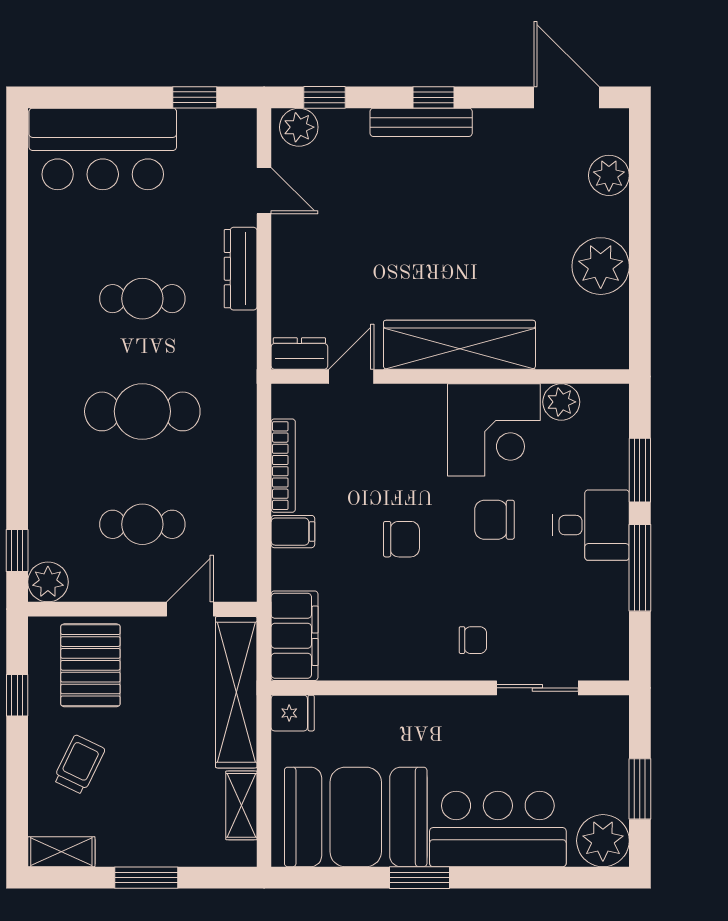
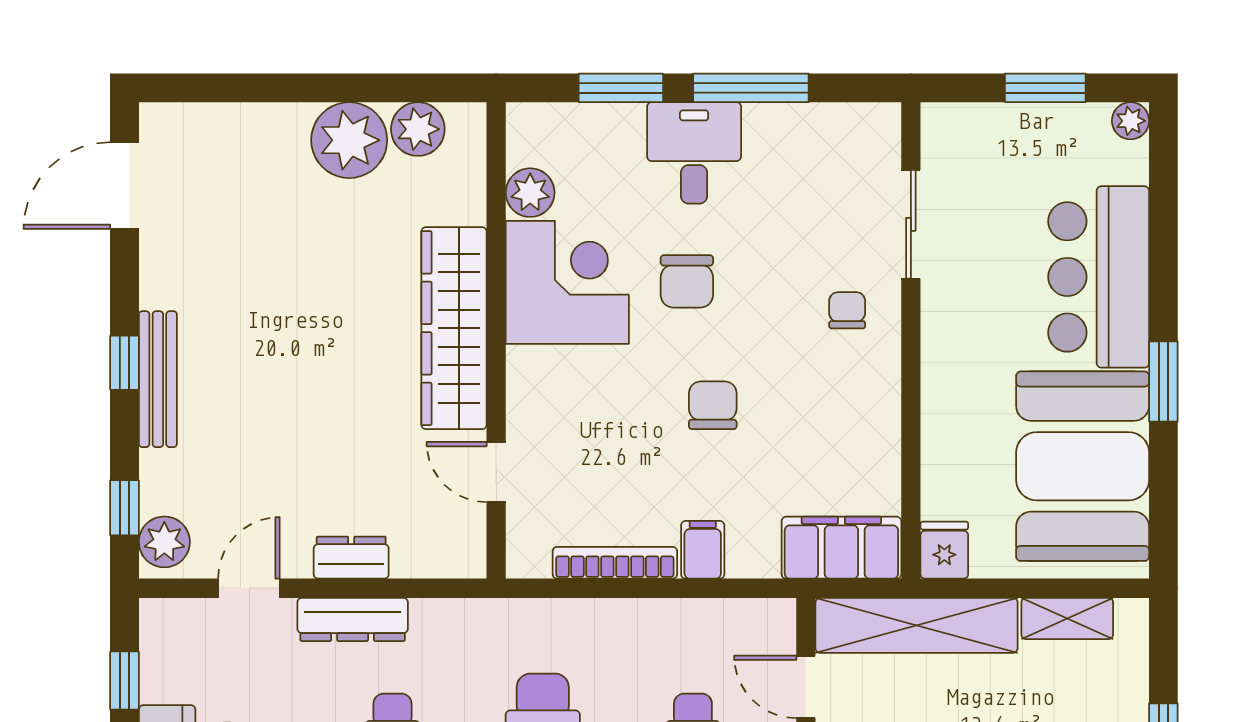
plant: (609, 175) -> (418, 129), moved
dresser: (299, 353) -> (351, 558), moved, turned 90
plant: (603, 841) -> (1130, 121), width x0.53, depth x0.53

